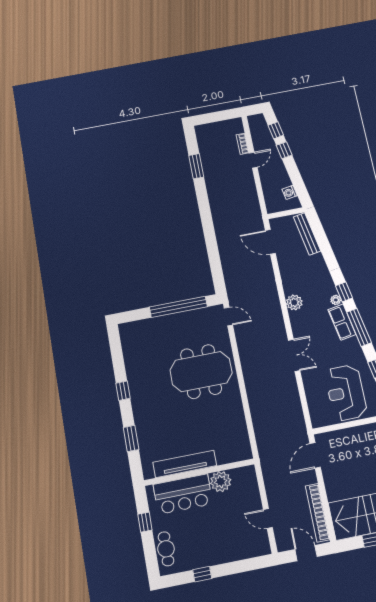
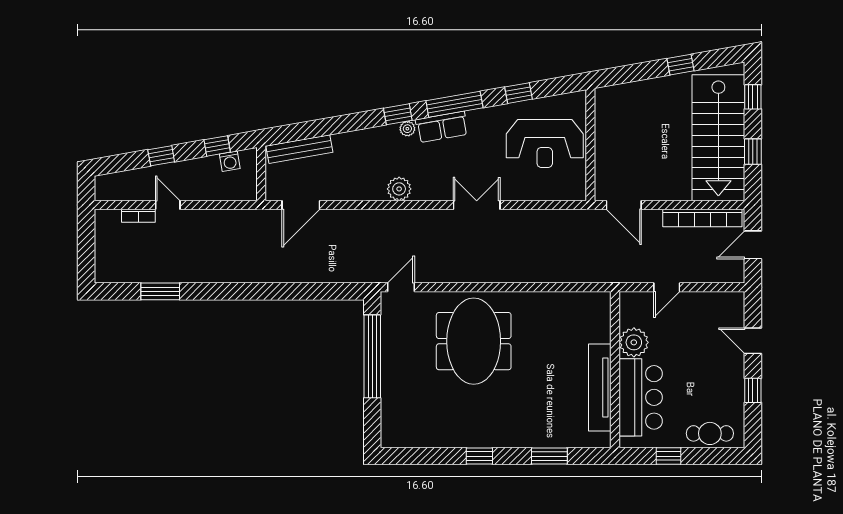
window: (276, 130) -> (217, 146), moved
door: (268, 519) -> (667, 287), moved
door: (238, 567) -> (753, 341), added

